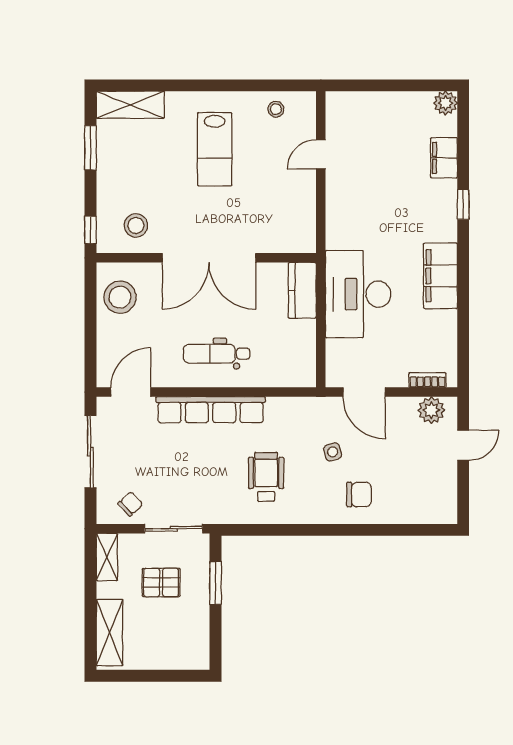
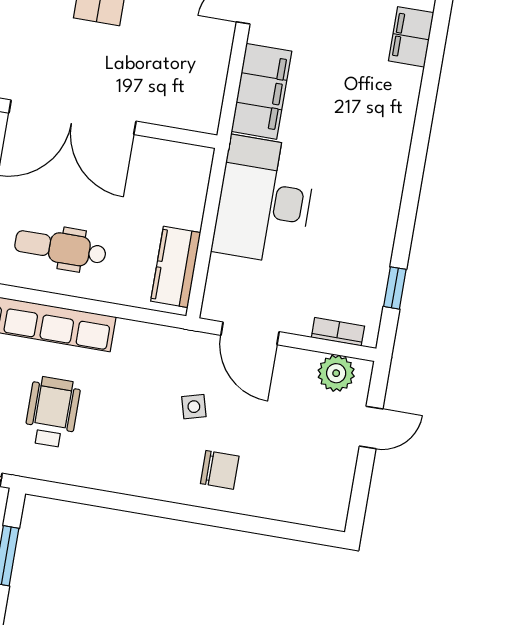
window: (463, 205) -> (395, 288), moved
filing cabinet: (440, 276) -> (261, 91), moved, turned 180
kitchen counter: (302, 290) -> (176, 267), moved
wheelchair: (266, 477) -> (52, 412), moved

